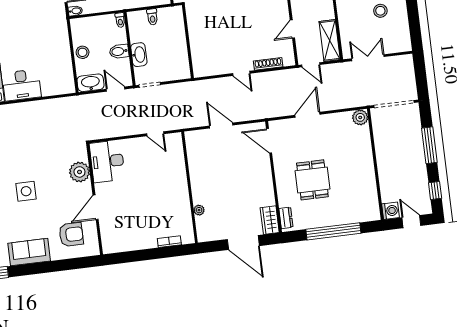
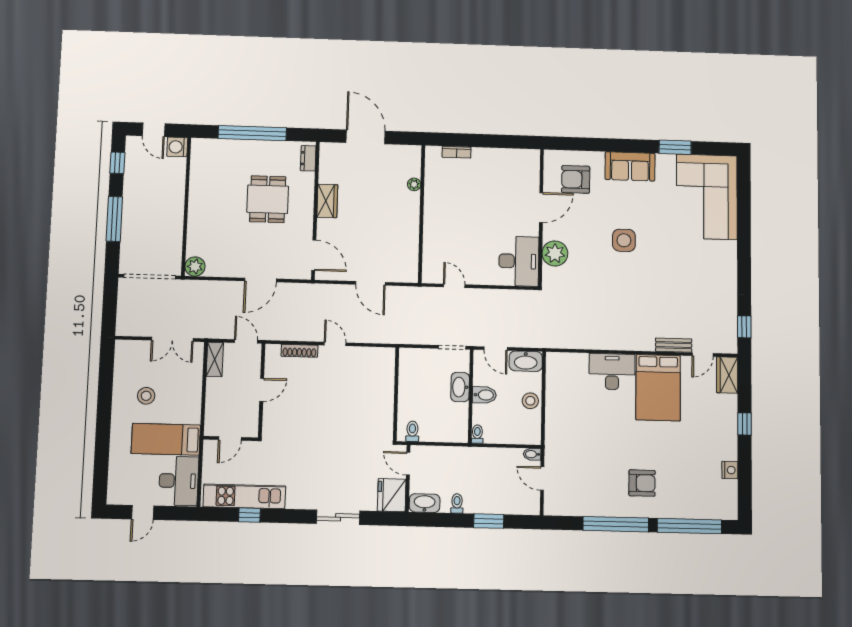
toilet: (152, 17) -> (412, 431), moved
shelving: (330, 41) -> (215, 359), width x0.67, depth x0.75
wardrobe: (270, 220) -> (327, 201), moved

